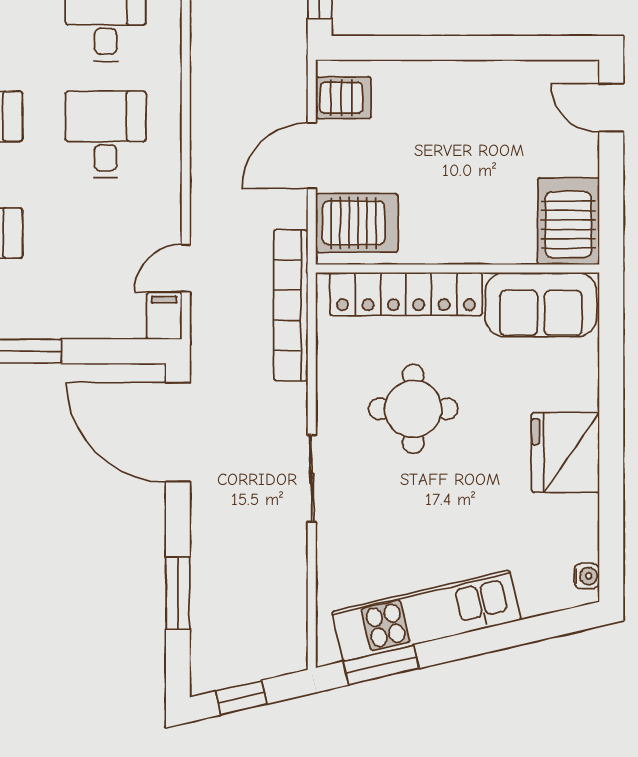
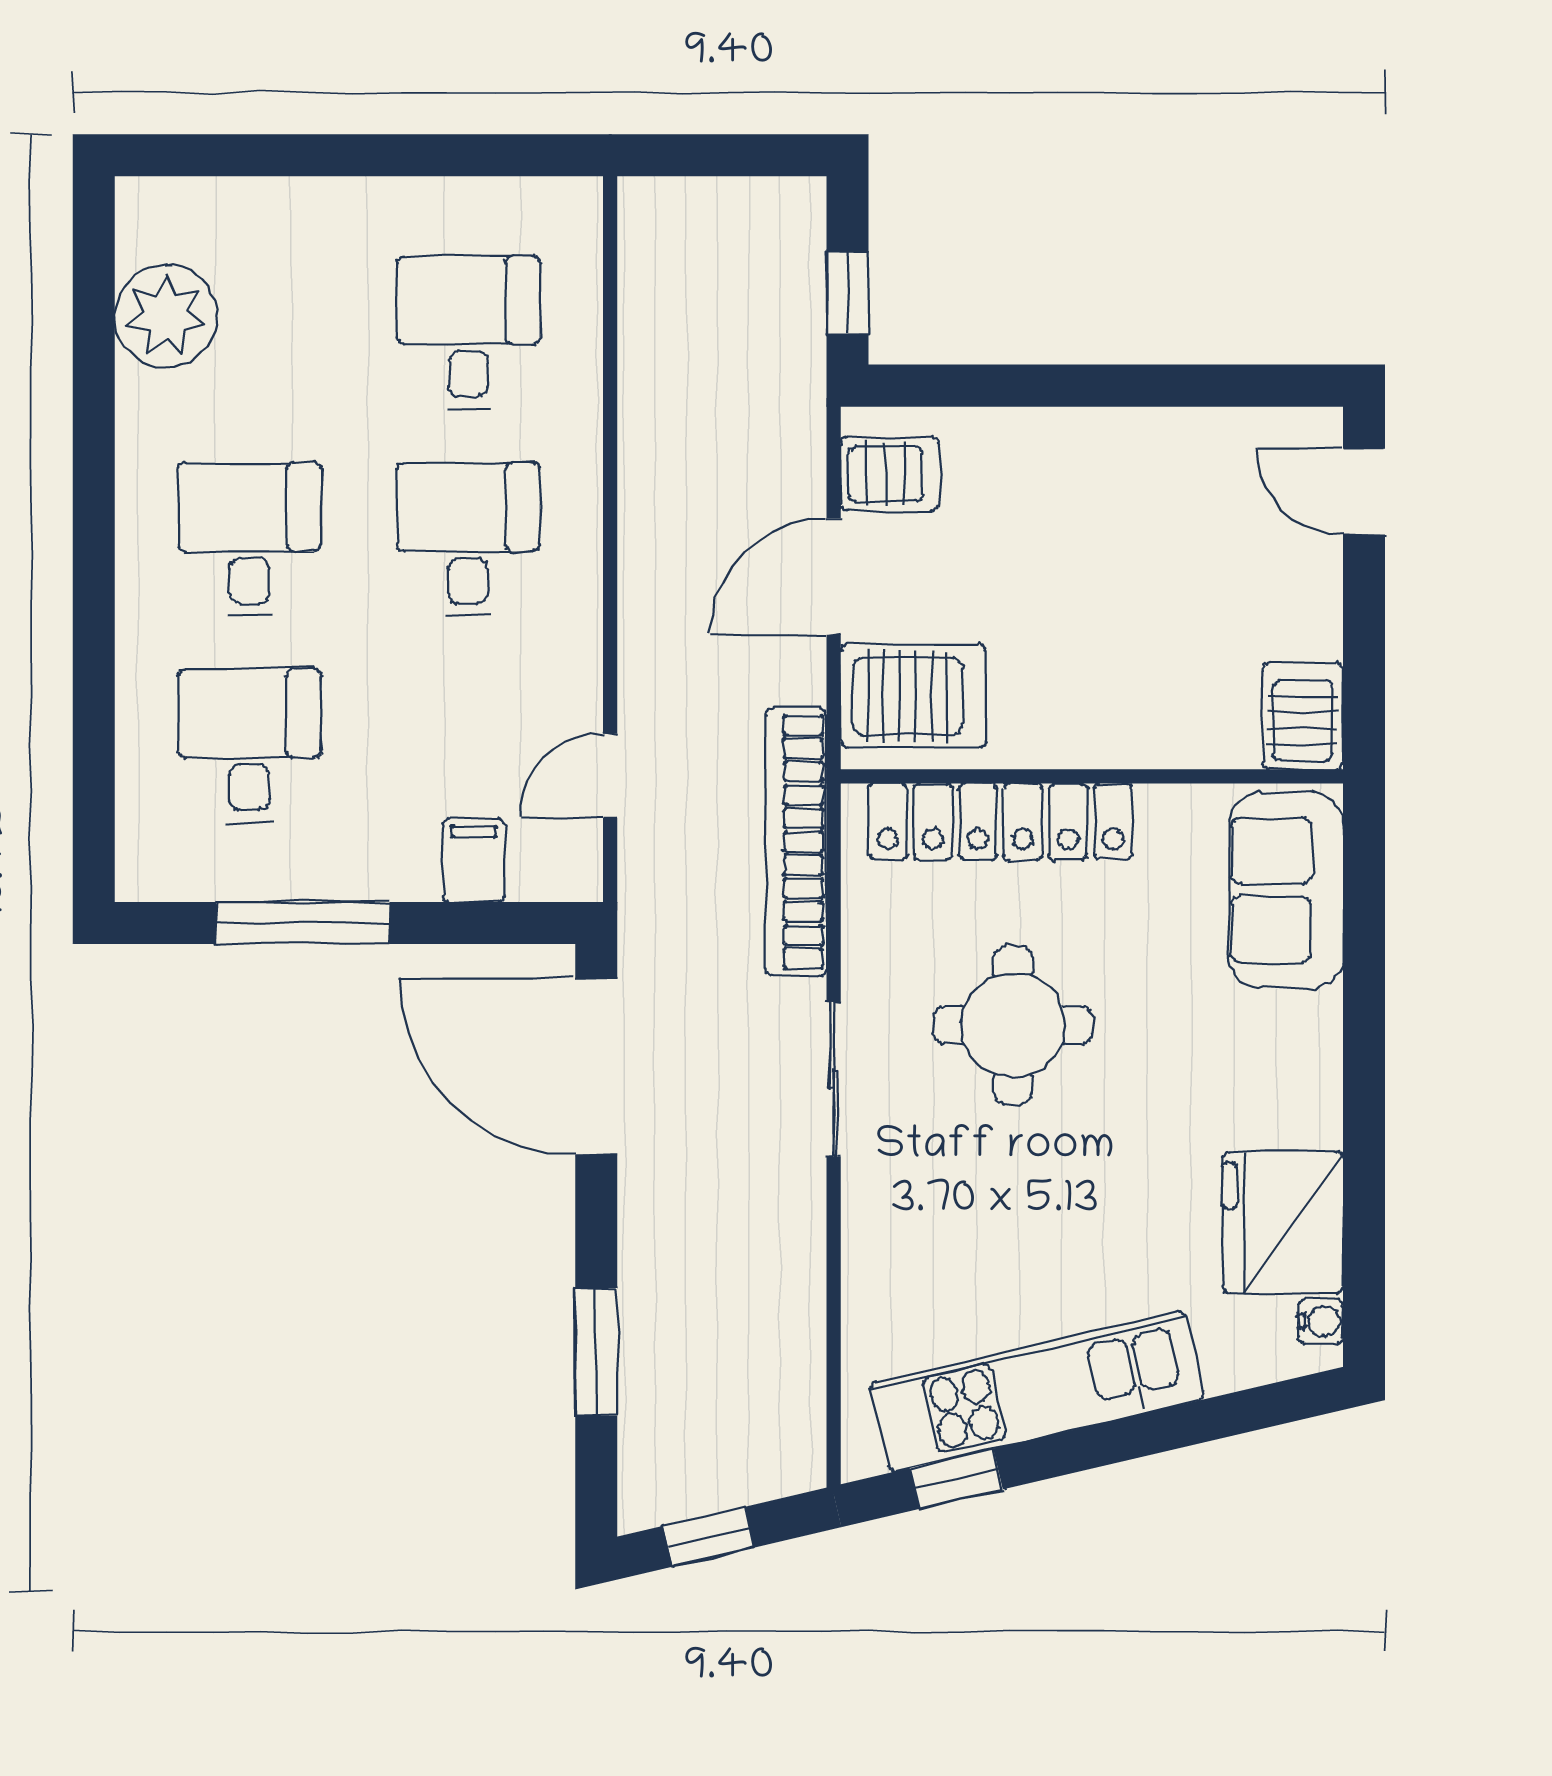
server rack: (568, 221) -> (1303, 716), width x0.73, depth x0.70
sofa: (541, 305) -> (1286, 890), moved, turned 90
filing cabinet: (164, 316) -> (474, 861), moved
fridge: (565, 452) -> (1283, 1222), moved
sliding door: (312, 478) -> (834, 1079), moved
window: (381, 665) -> (956, 1479), width x0.67

